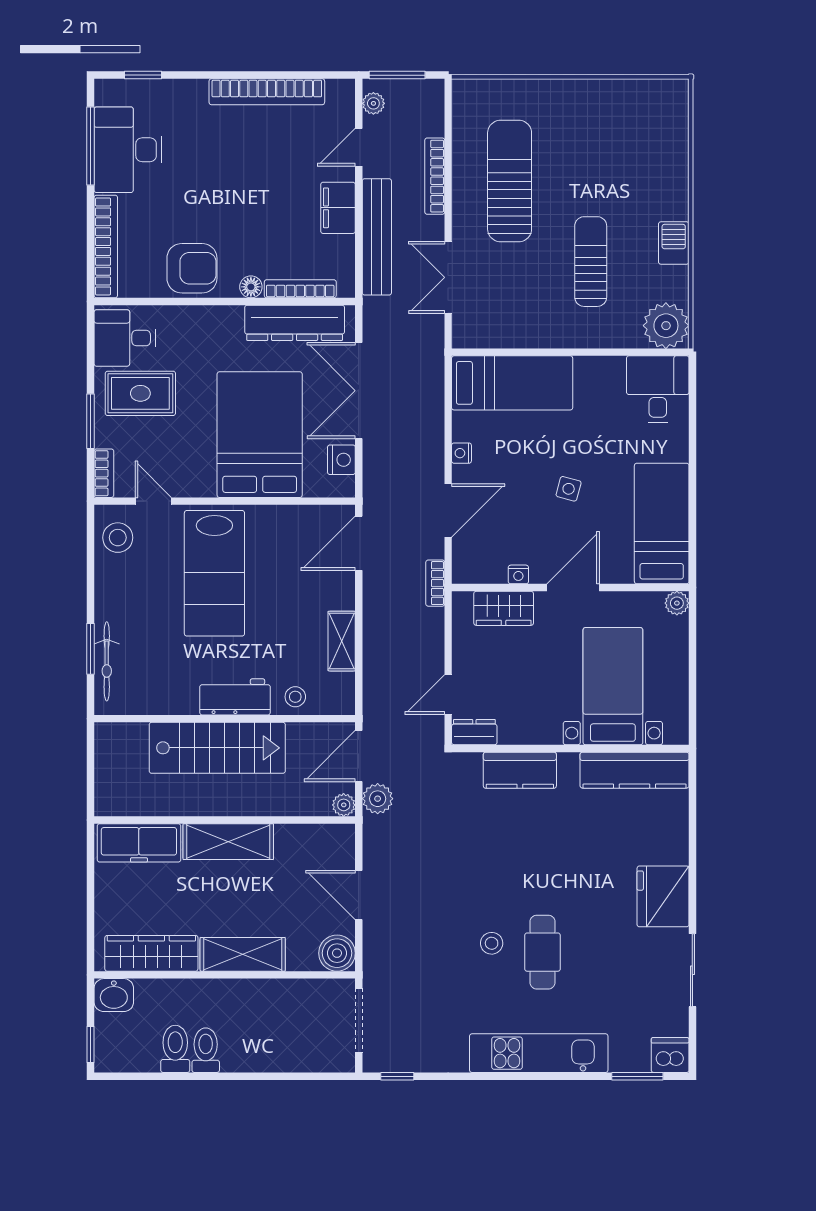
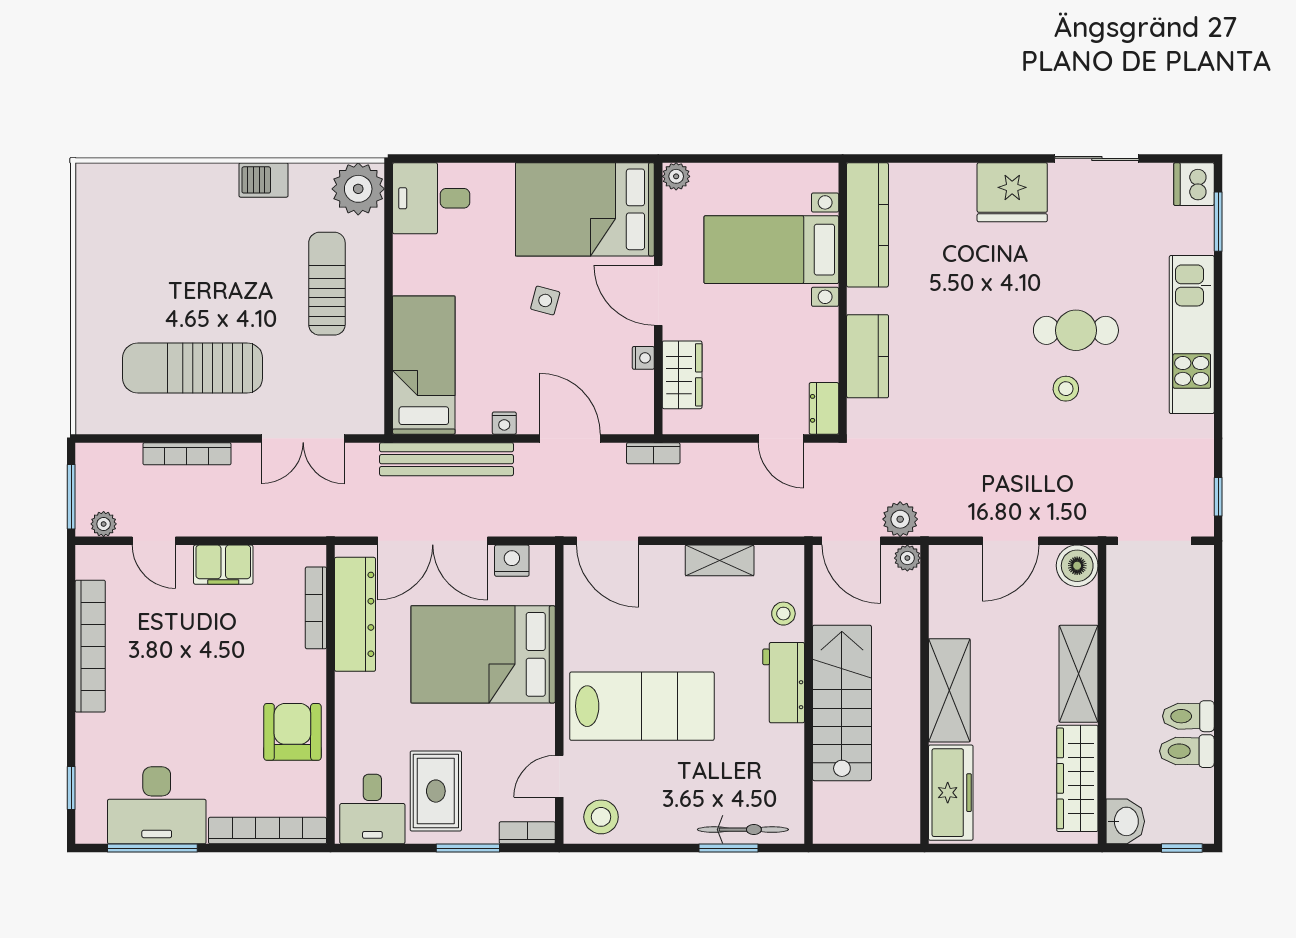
bench: (377, 237) -> (447, 459), moved
sun lounger: (591, 262) -> (327, 284), moved, turned 90
floor lamp: (251, 287) -> (314, 664), removed
bed: (662, 523) -> (585, 209), width x1.50

